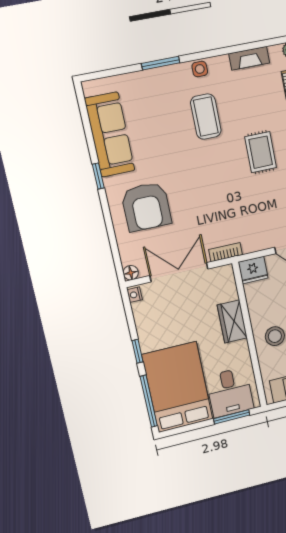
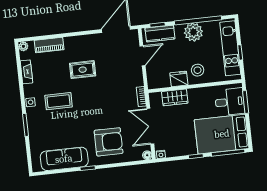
fridge: (253, 270) -> (179, 79), moved, turned -90
wardrobe: (232, 321) -> (175, 97), moved

